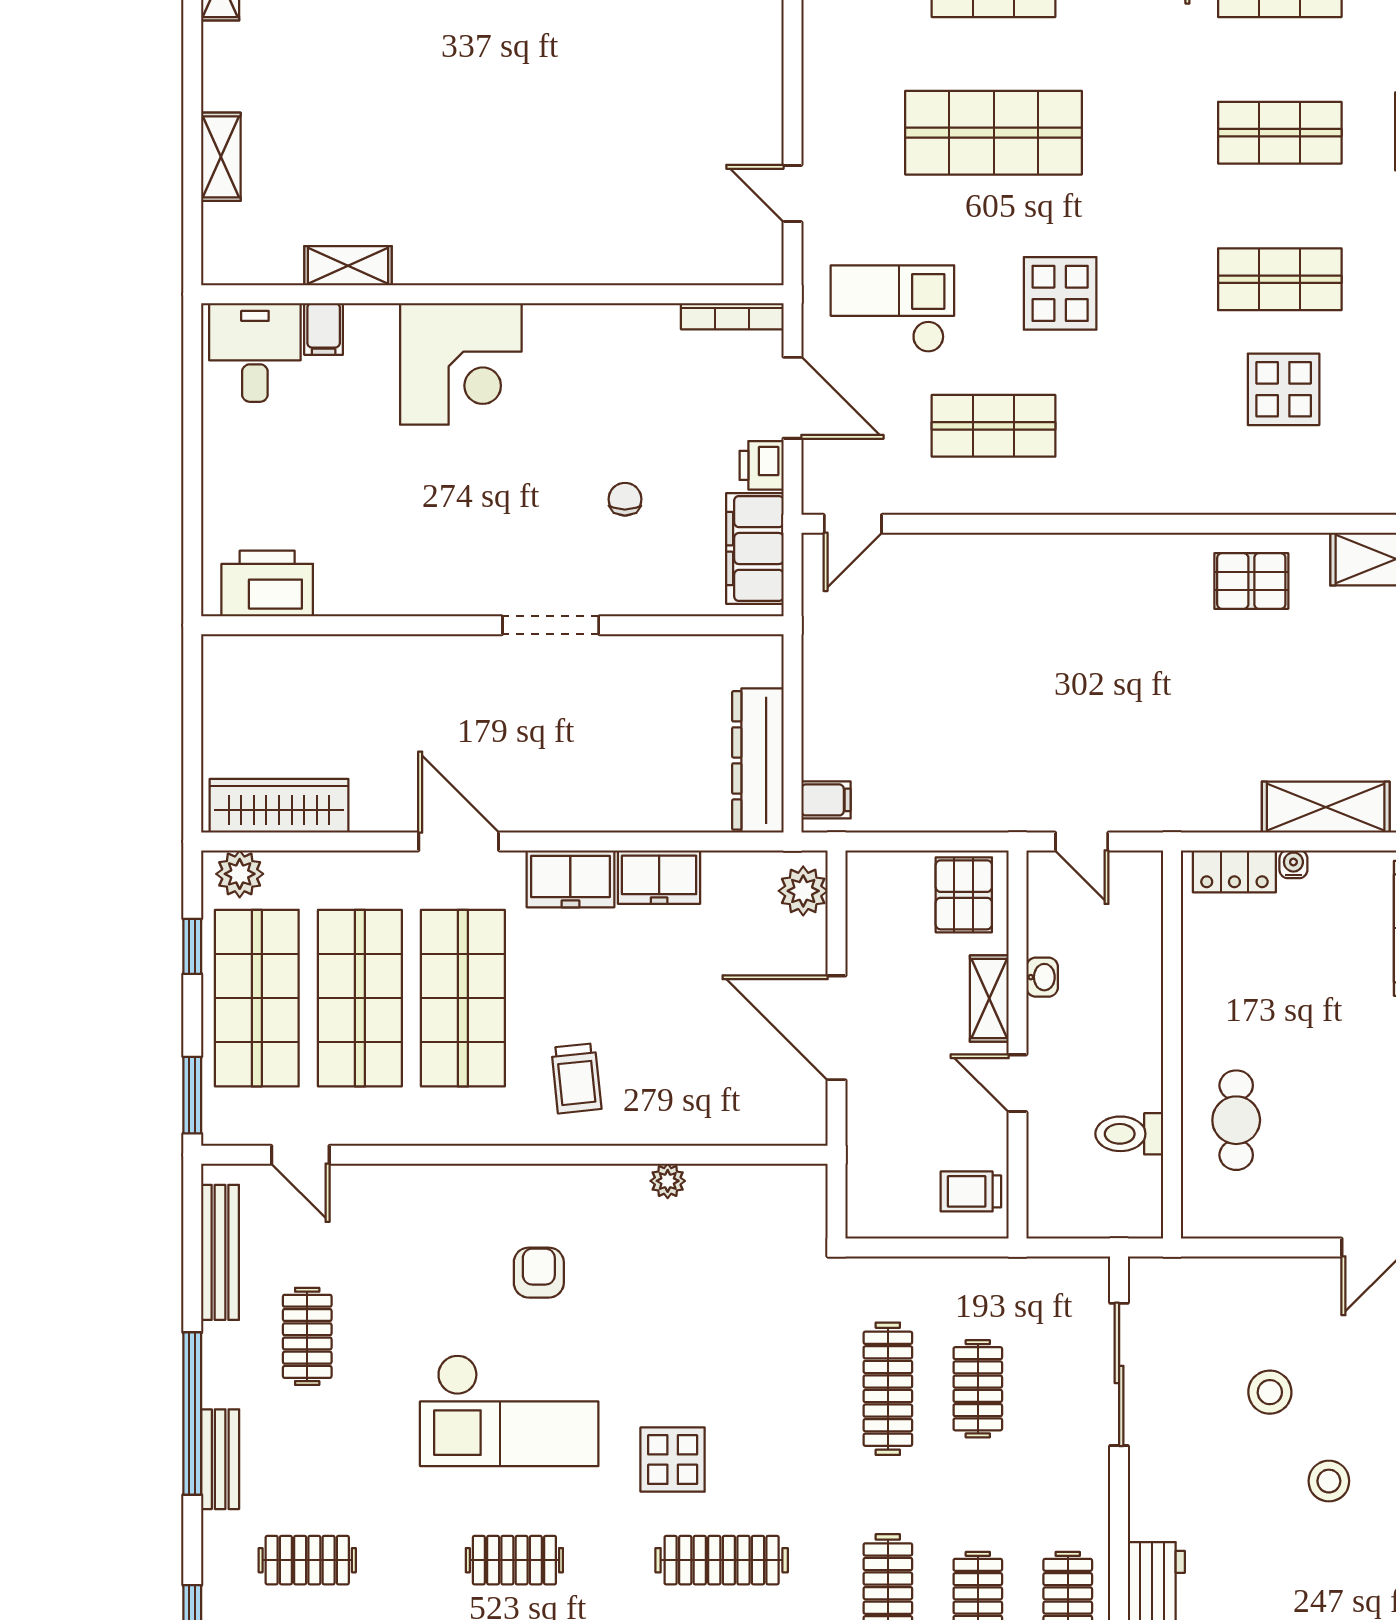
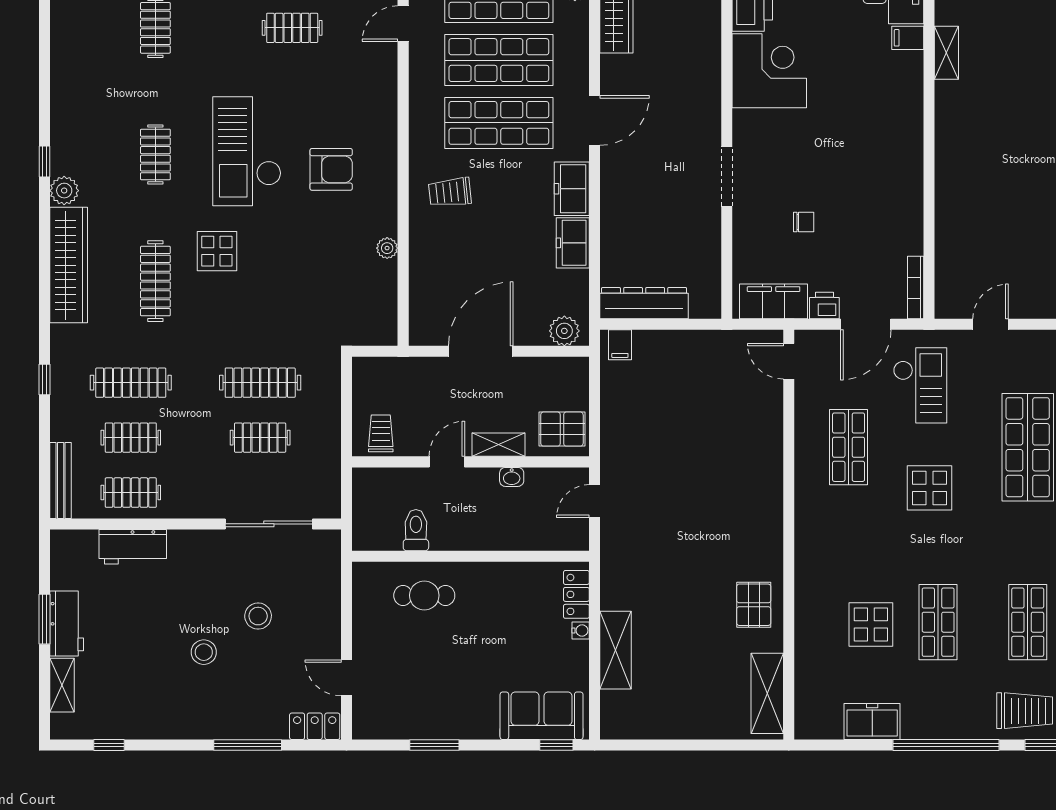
corner desk: (461, 364) -> (769, 71), moved, turned 180
armchair: (539, 1273) -> (331, 169), width x1.38, depth x1.38

